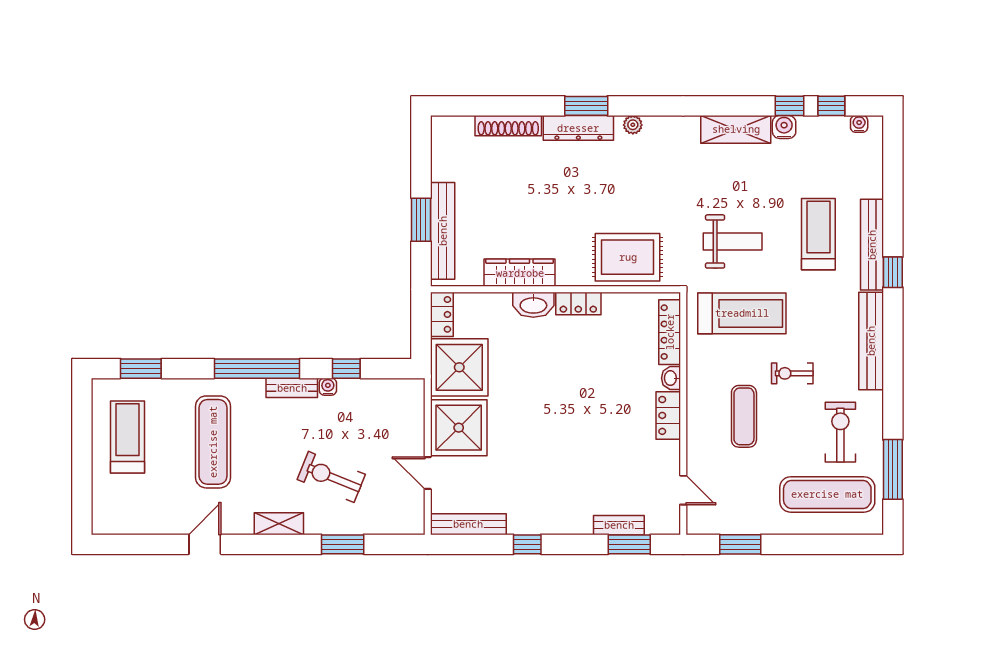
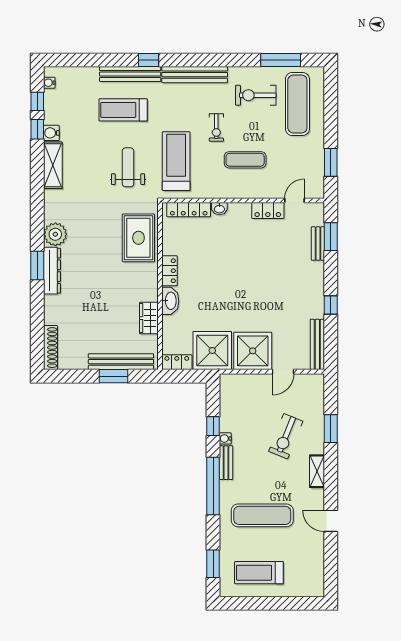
plant: (633, 125) -> (55, 234), width x1.88, depth x1.88
shoe rack: (508, 126) -> (50, 348), moved
wardrobe: (520, 273) -> (149, 318), width x0.67
locker: (668, 415) -> (268, 210), moved

